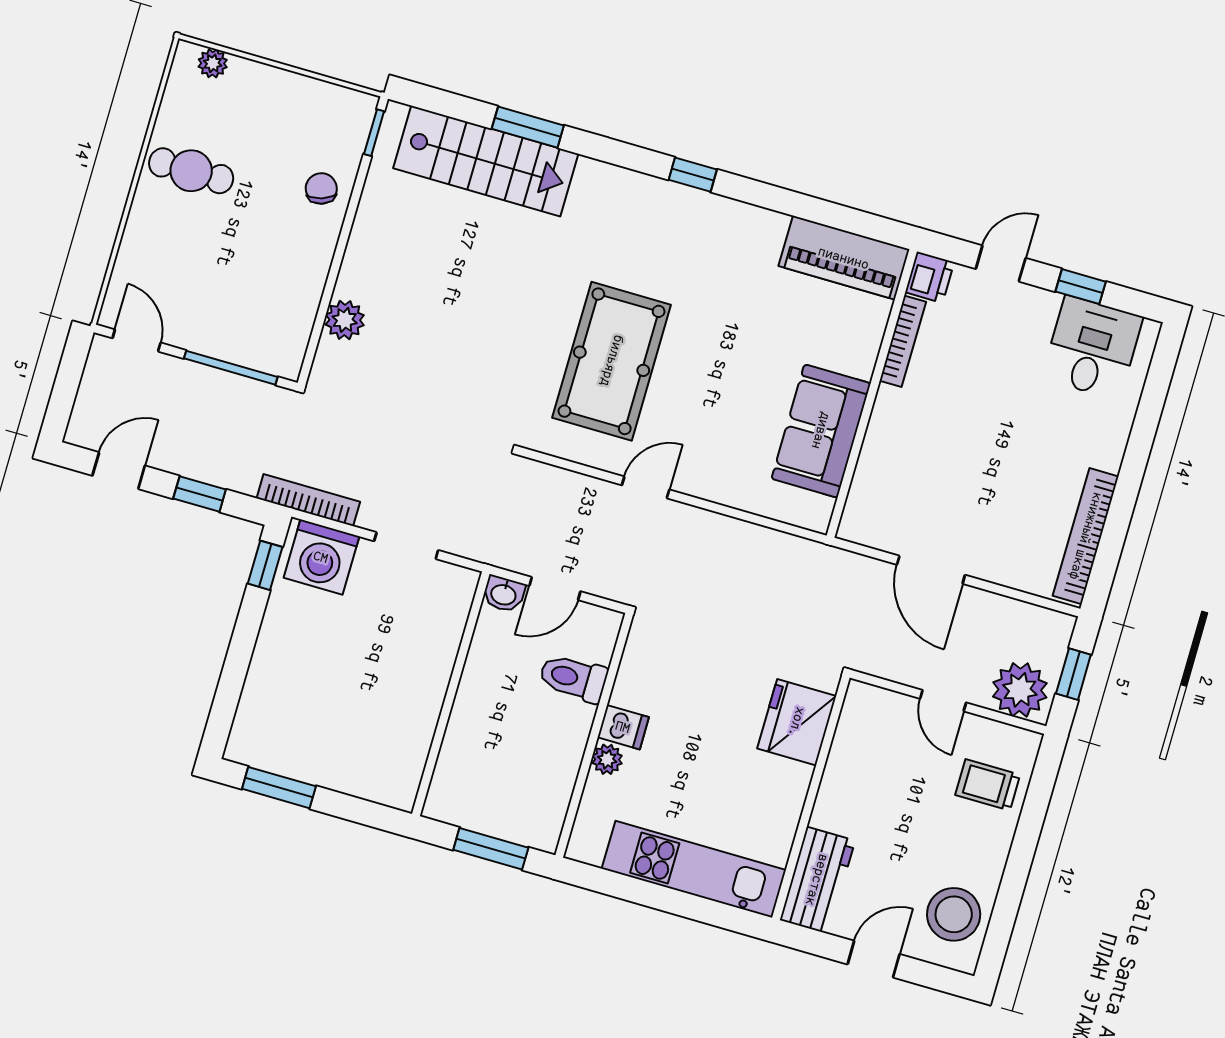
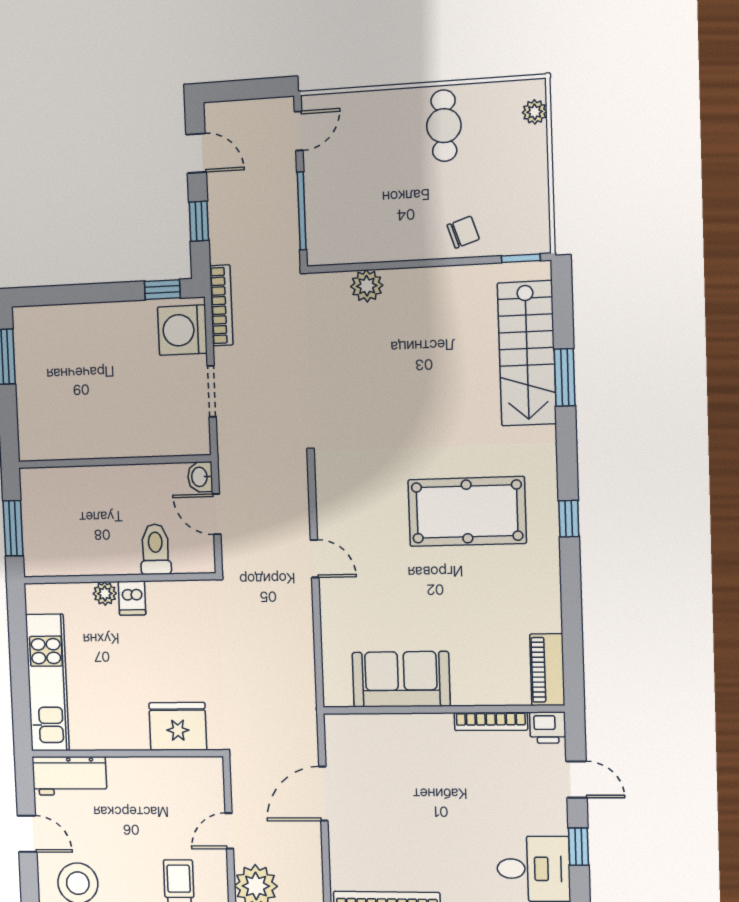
piano: (844, 258) -> (547, 670), width x0.73, depth x0.75
pool table: (612, 361) -> (467, 511), moved

